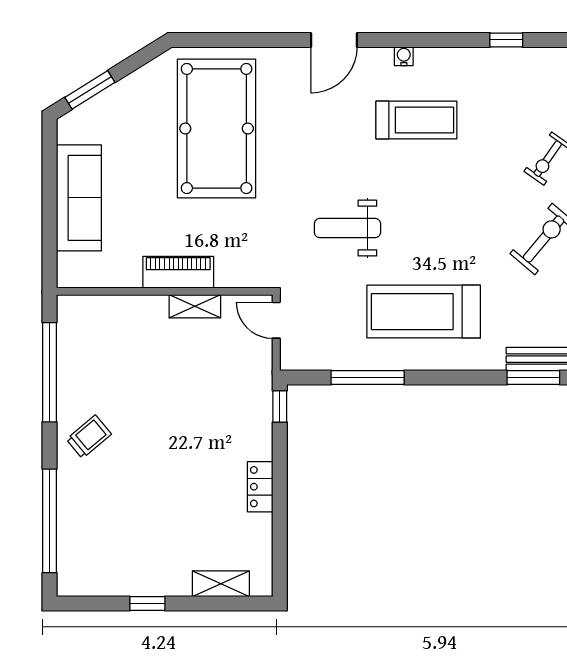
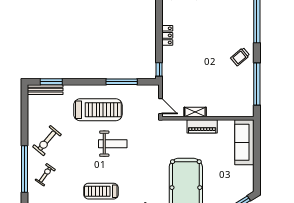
sofa: (79, 198) -> (244, 142), moved
weight bench: (347, 228) -> (113, 144), moved

